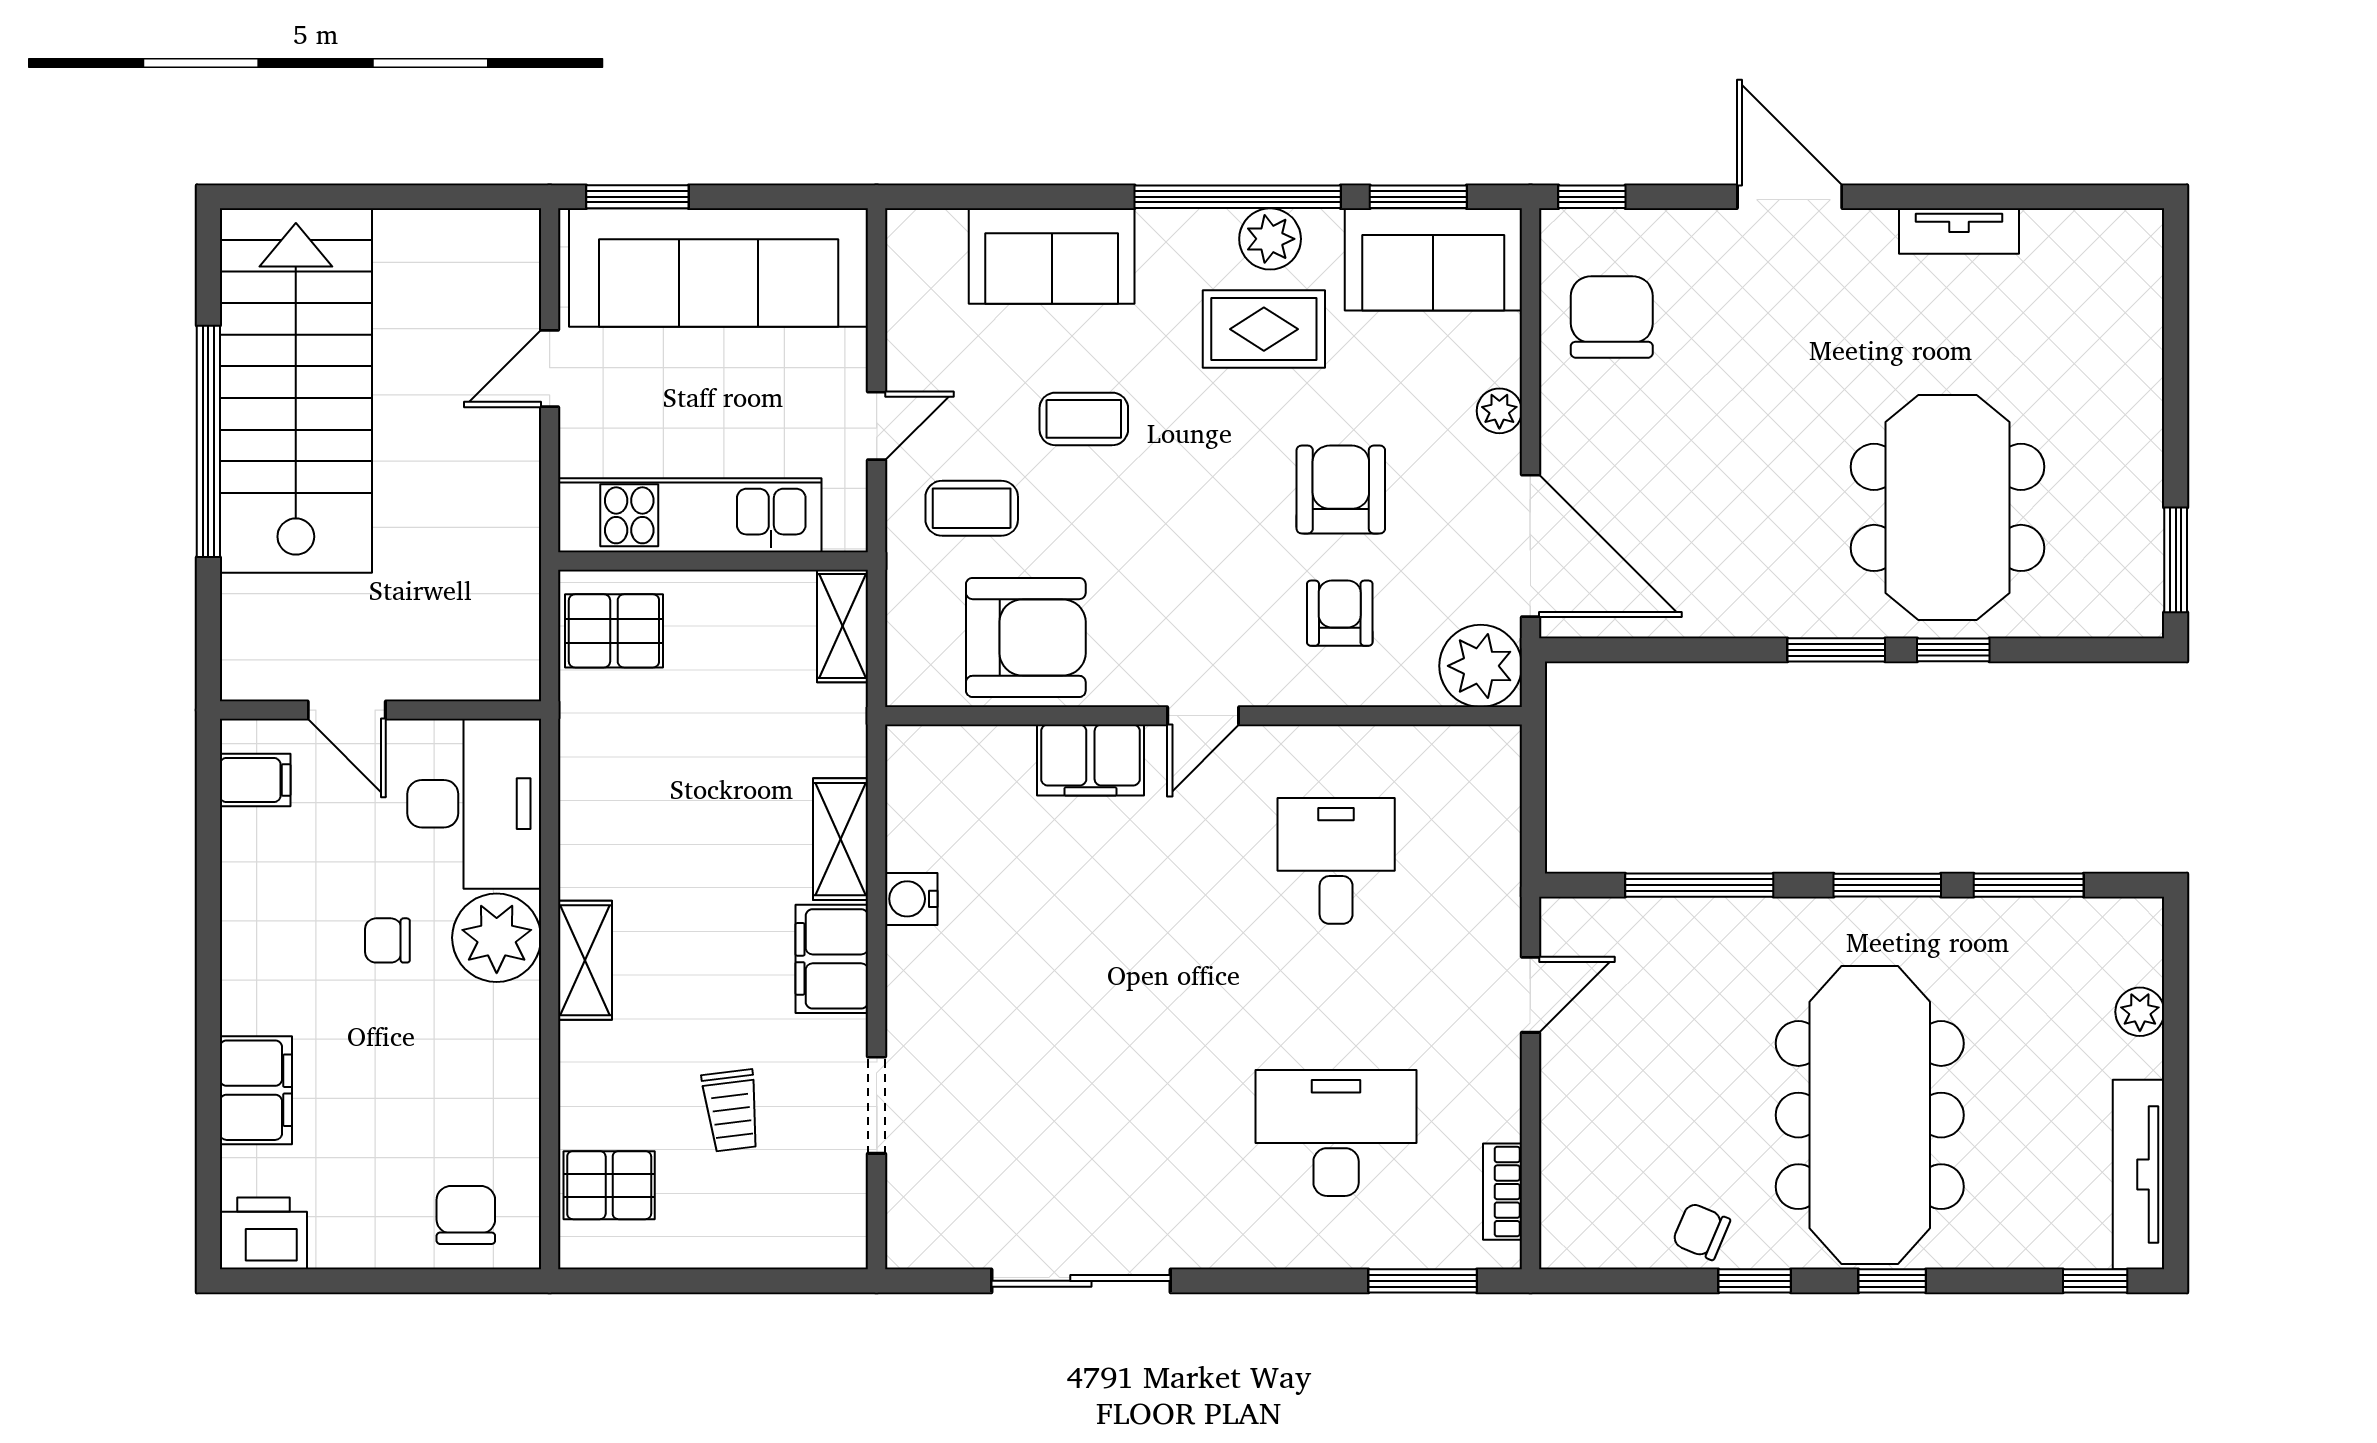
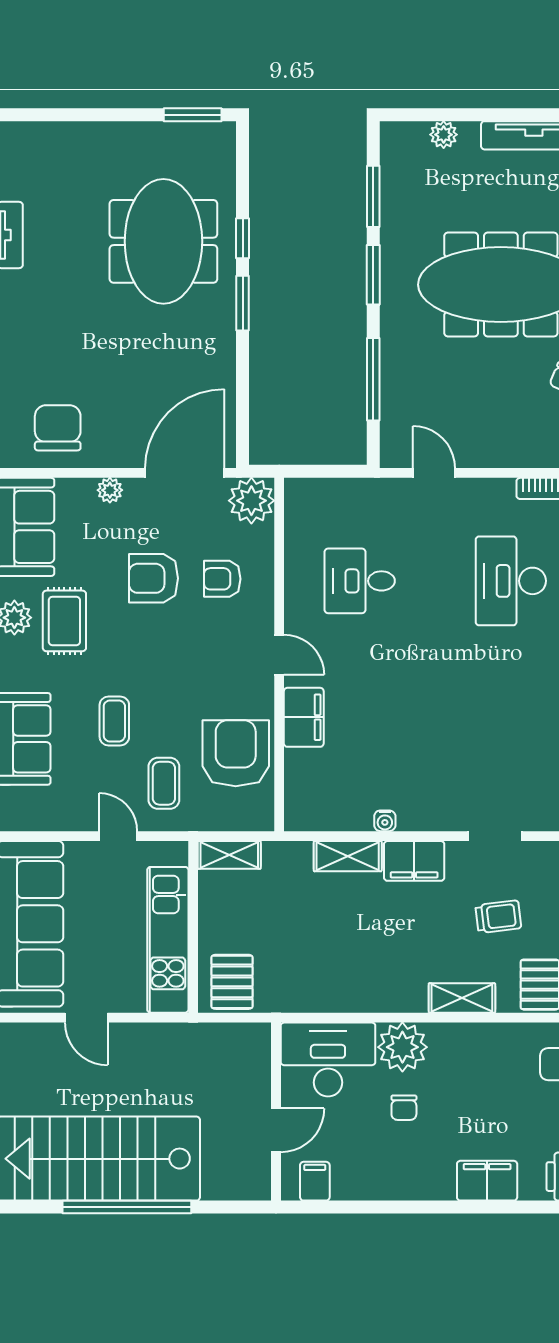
chair: (1612, 317) -> (58, 428), turned 90
meeting table: (1947, 507) -> (163, 241), turned 90
water cooler: (911, 899) -> (385, 821), width x0.72, depth x0.72
shelving: (585, 960) -> (462, 998), moved

